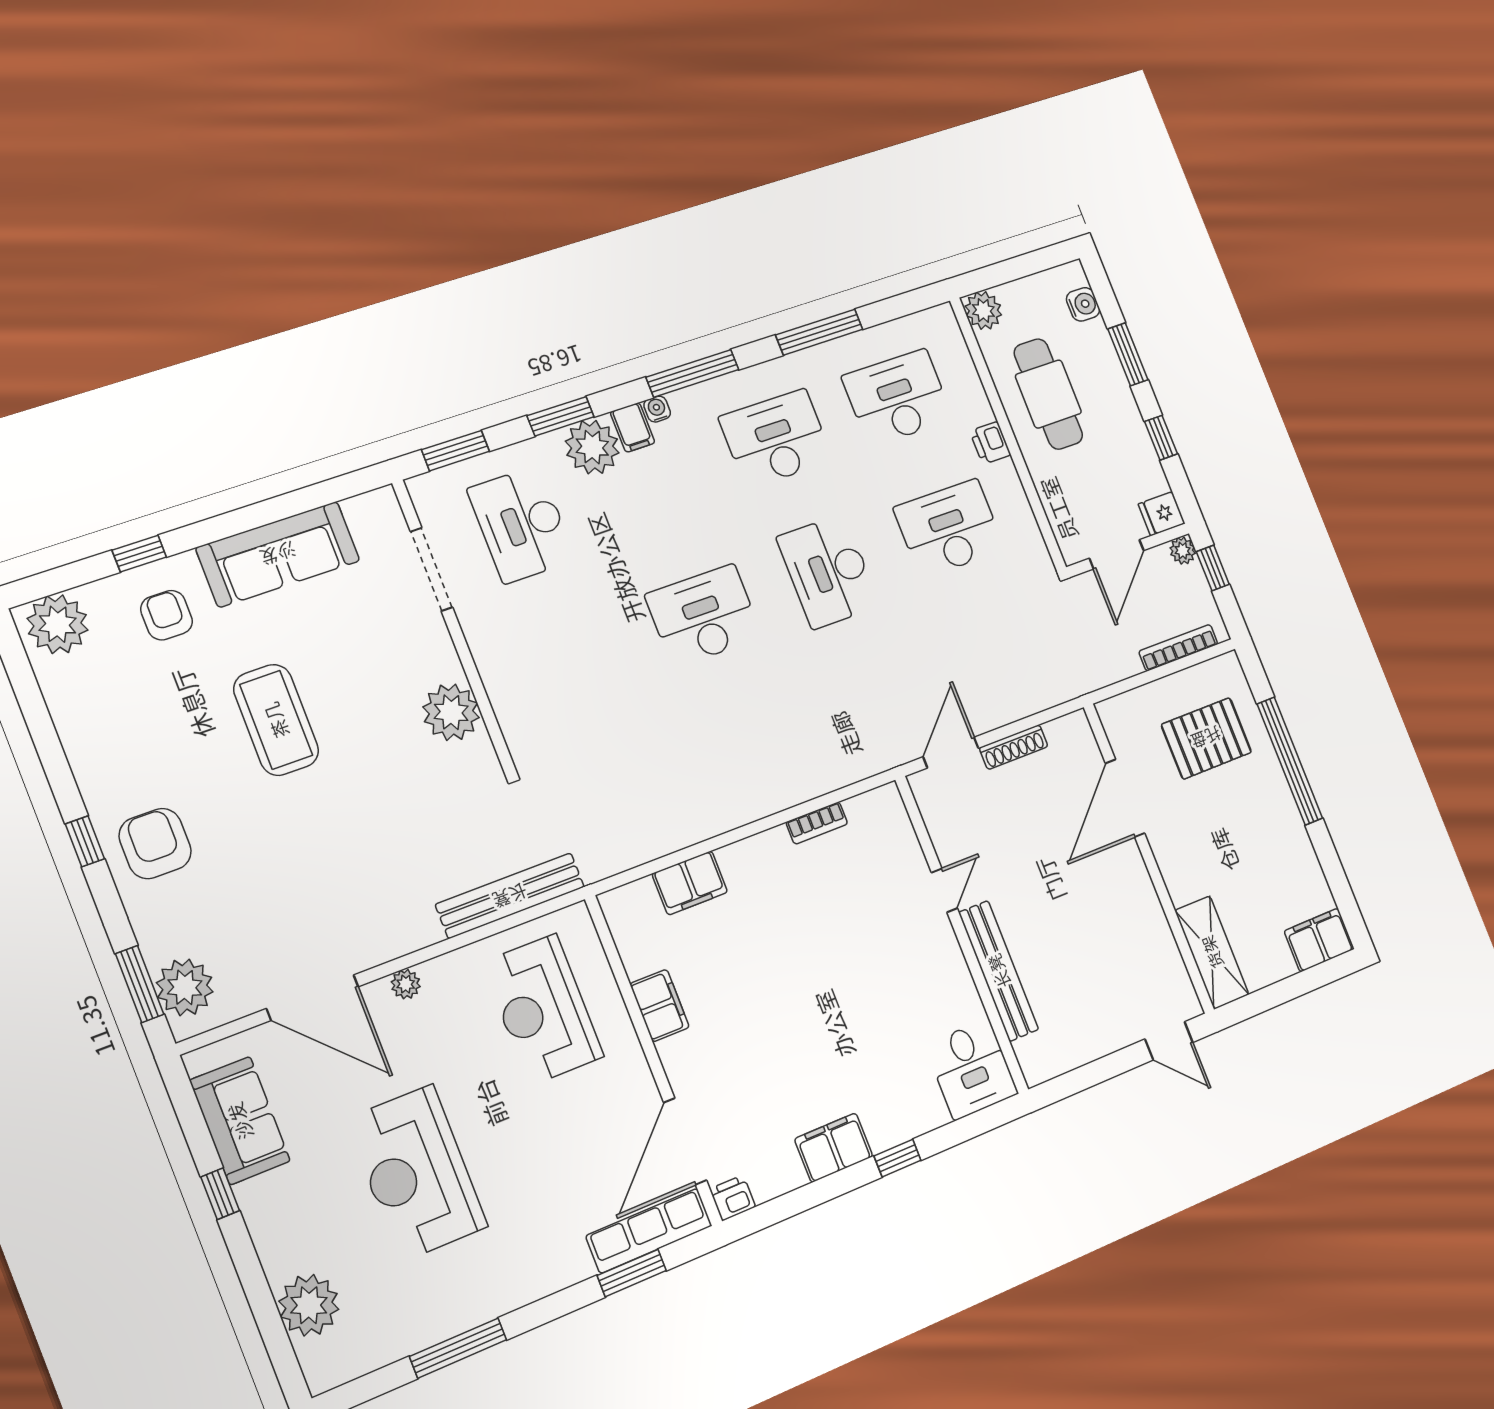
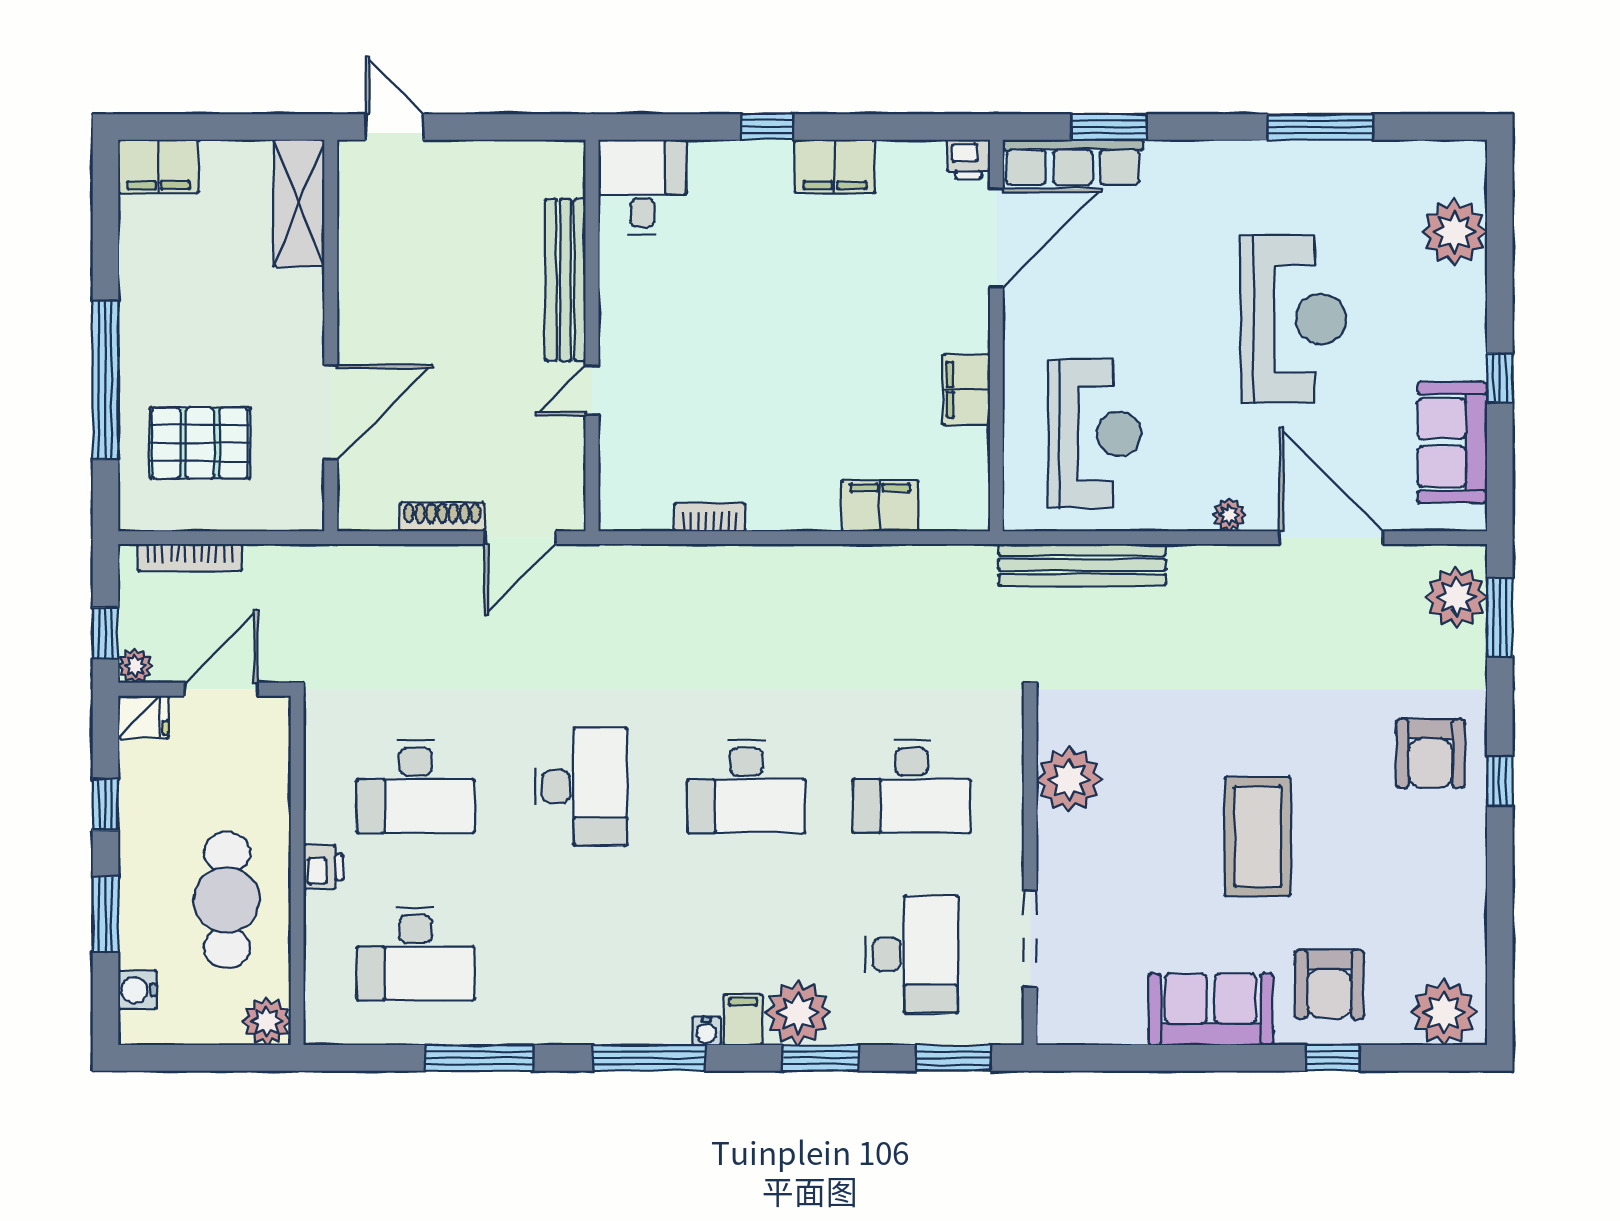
desk: (776, 439) -> (912, 787), moved
sofa: (278, 554) -> (1211, 1009), width x0.73
armchair: (167, 615) -> (1329, 984), width x1.38, depth x1.38

